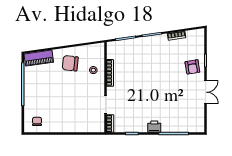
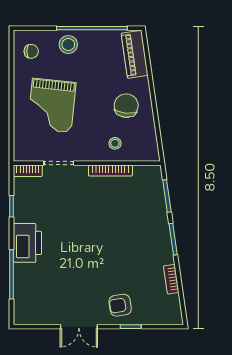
stool: (33, 99) -> (68, 45), added
grand piano: (70, 109) -> (52, 105), added
printer: (154, 127) -> (27, 243), width x1.87, depth x1.48

